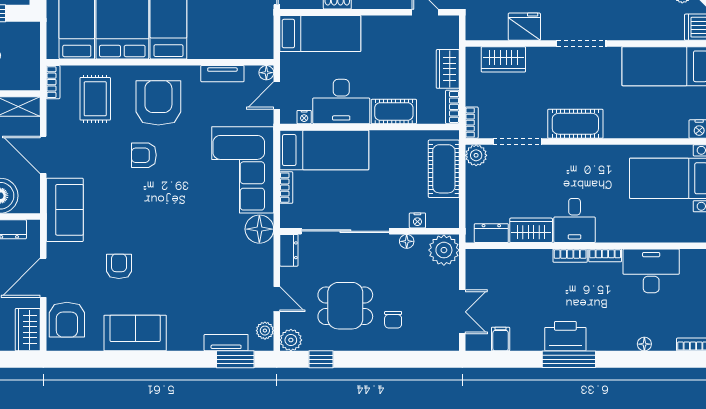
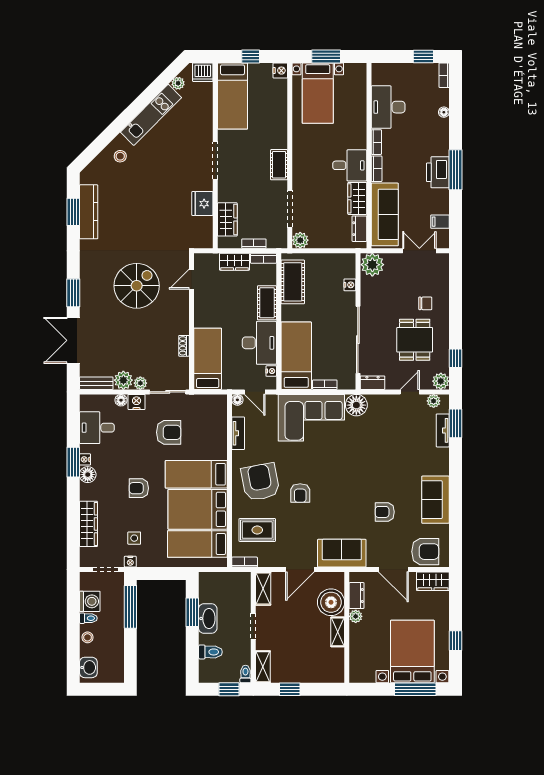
armchair: (158, 103) -> (260, 482), turned 79
bookcase: (472, 123) -> (254, 244), moved
cot: (575, 124) -> (279, 165), width x0.73, depth x0.75
cot: (444, 169) -> (293, 282), moved, turned 90
floor lamp: (407, 241) -> (366, 293), removed
sofa: (510, 266) -> (385, 214), added

